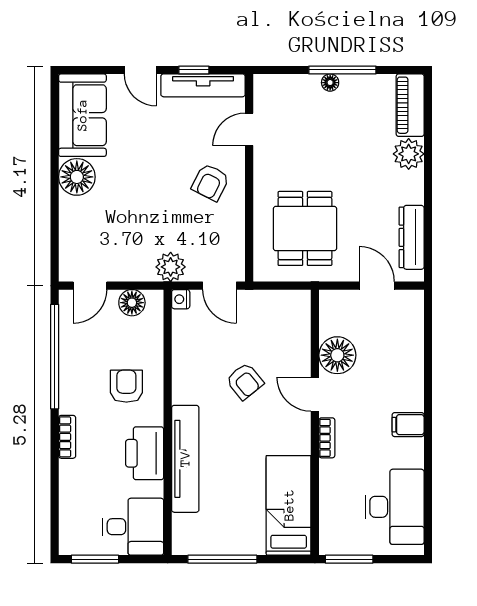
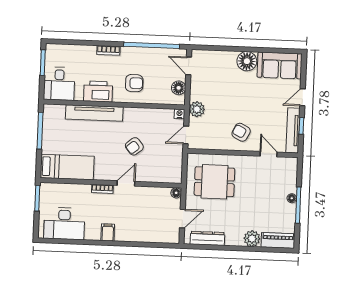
floor lamp: (337, 355) -> (176, 193), moved, width x0.53, depth x0.53

